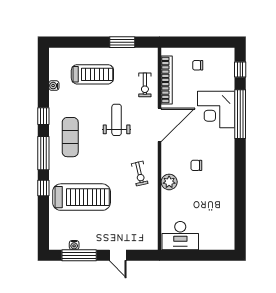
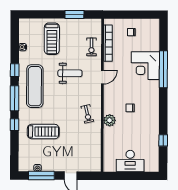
window: (240, 70) -> (163, 140), moved
treadmill: (92, 74) -> (52, 39), turned 90
weight bench: (117, 120) -> (70, 73), turned 90
door: (160, 125) -> (102, 77), width x0.53
exercise mat: (70, 137) -> (35, 86), width x1.36, depth x1.45
treadmill: (82, 197) -> (43, 132), width x0.73, depth x0.73
desk: (180, 236) -> (130, 161), moved

